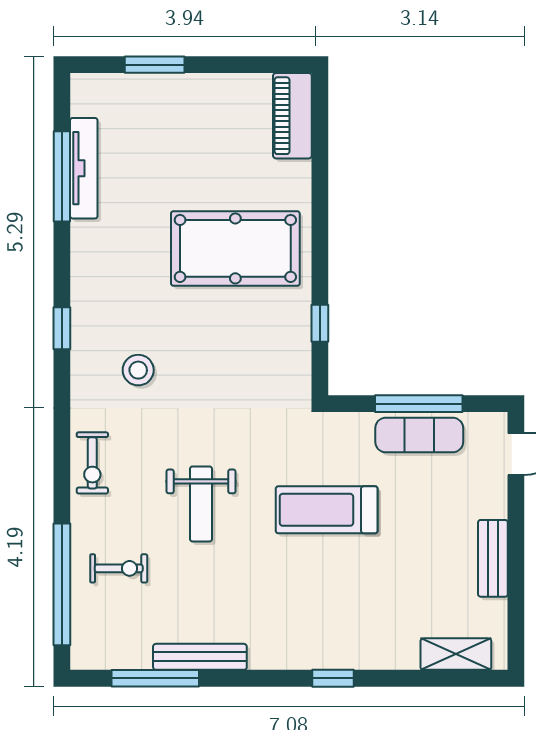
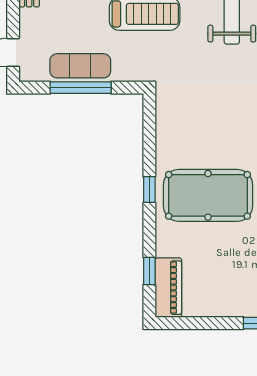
window: (320, 139) -> (149, 271), added
window: (320, 323) -> (149, 190), moved

